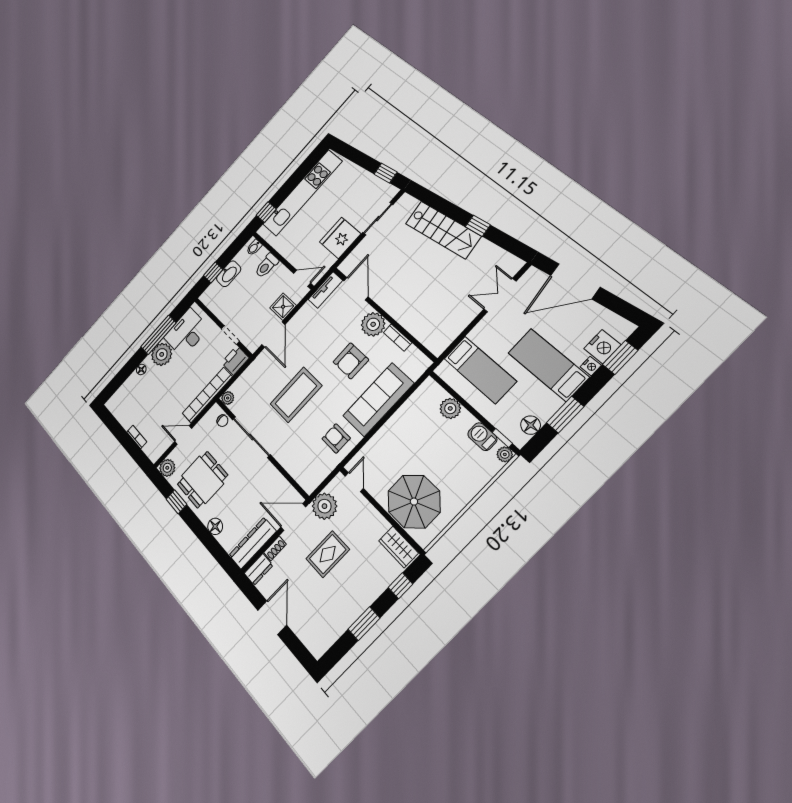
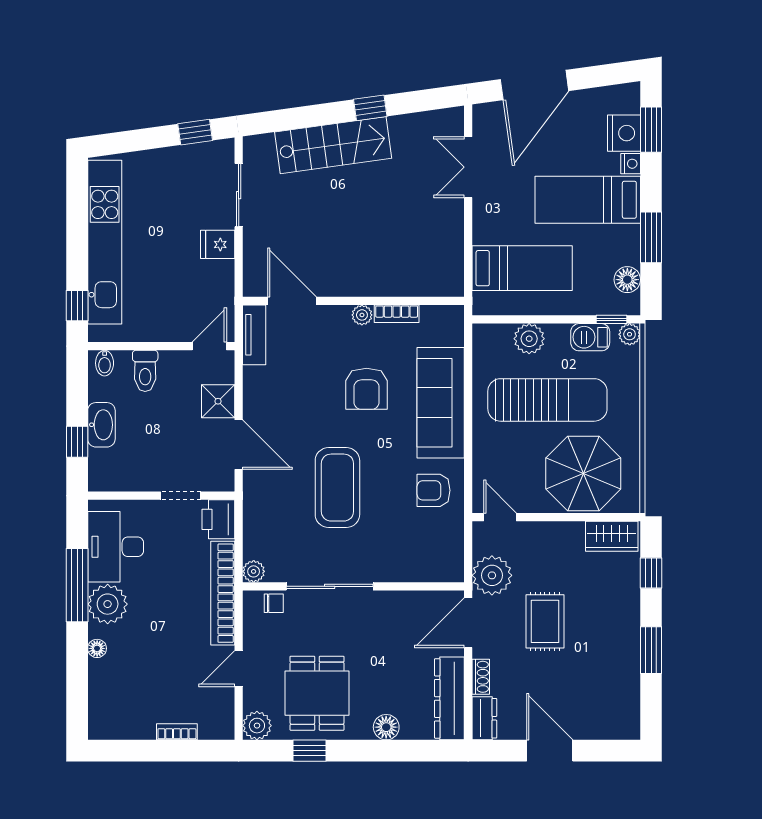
fridge: (340, 238) -> (218, 244), width x0.53, depth x0.75
plant: (373, 324) -> (362, 315), width x0.53, depth x0.53
sun lounger: (431, 447) -> (547, 400), added

